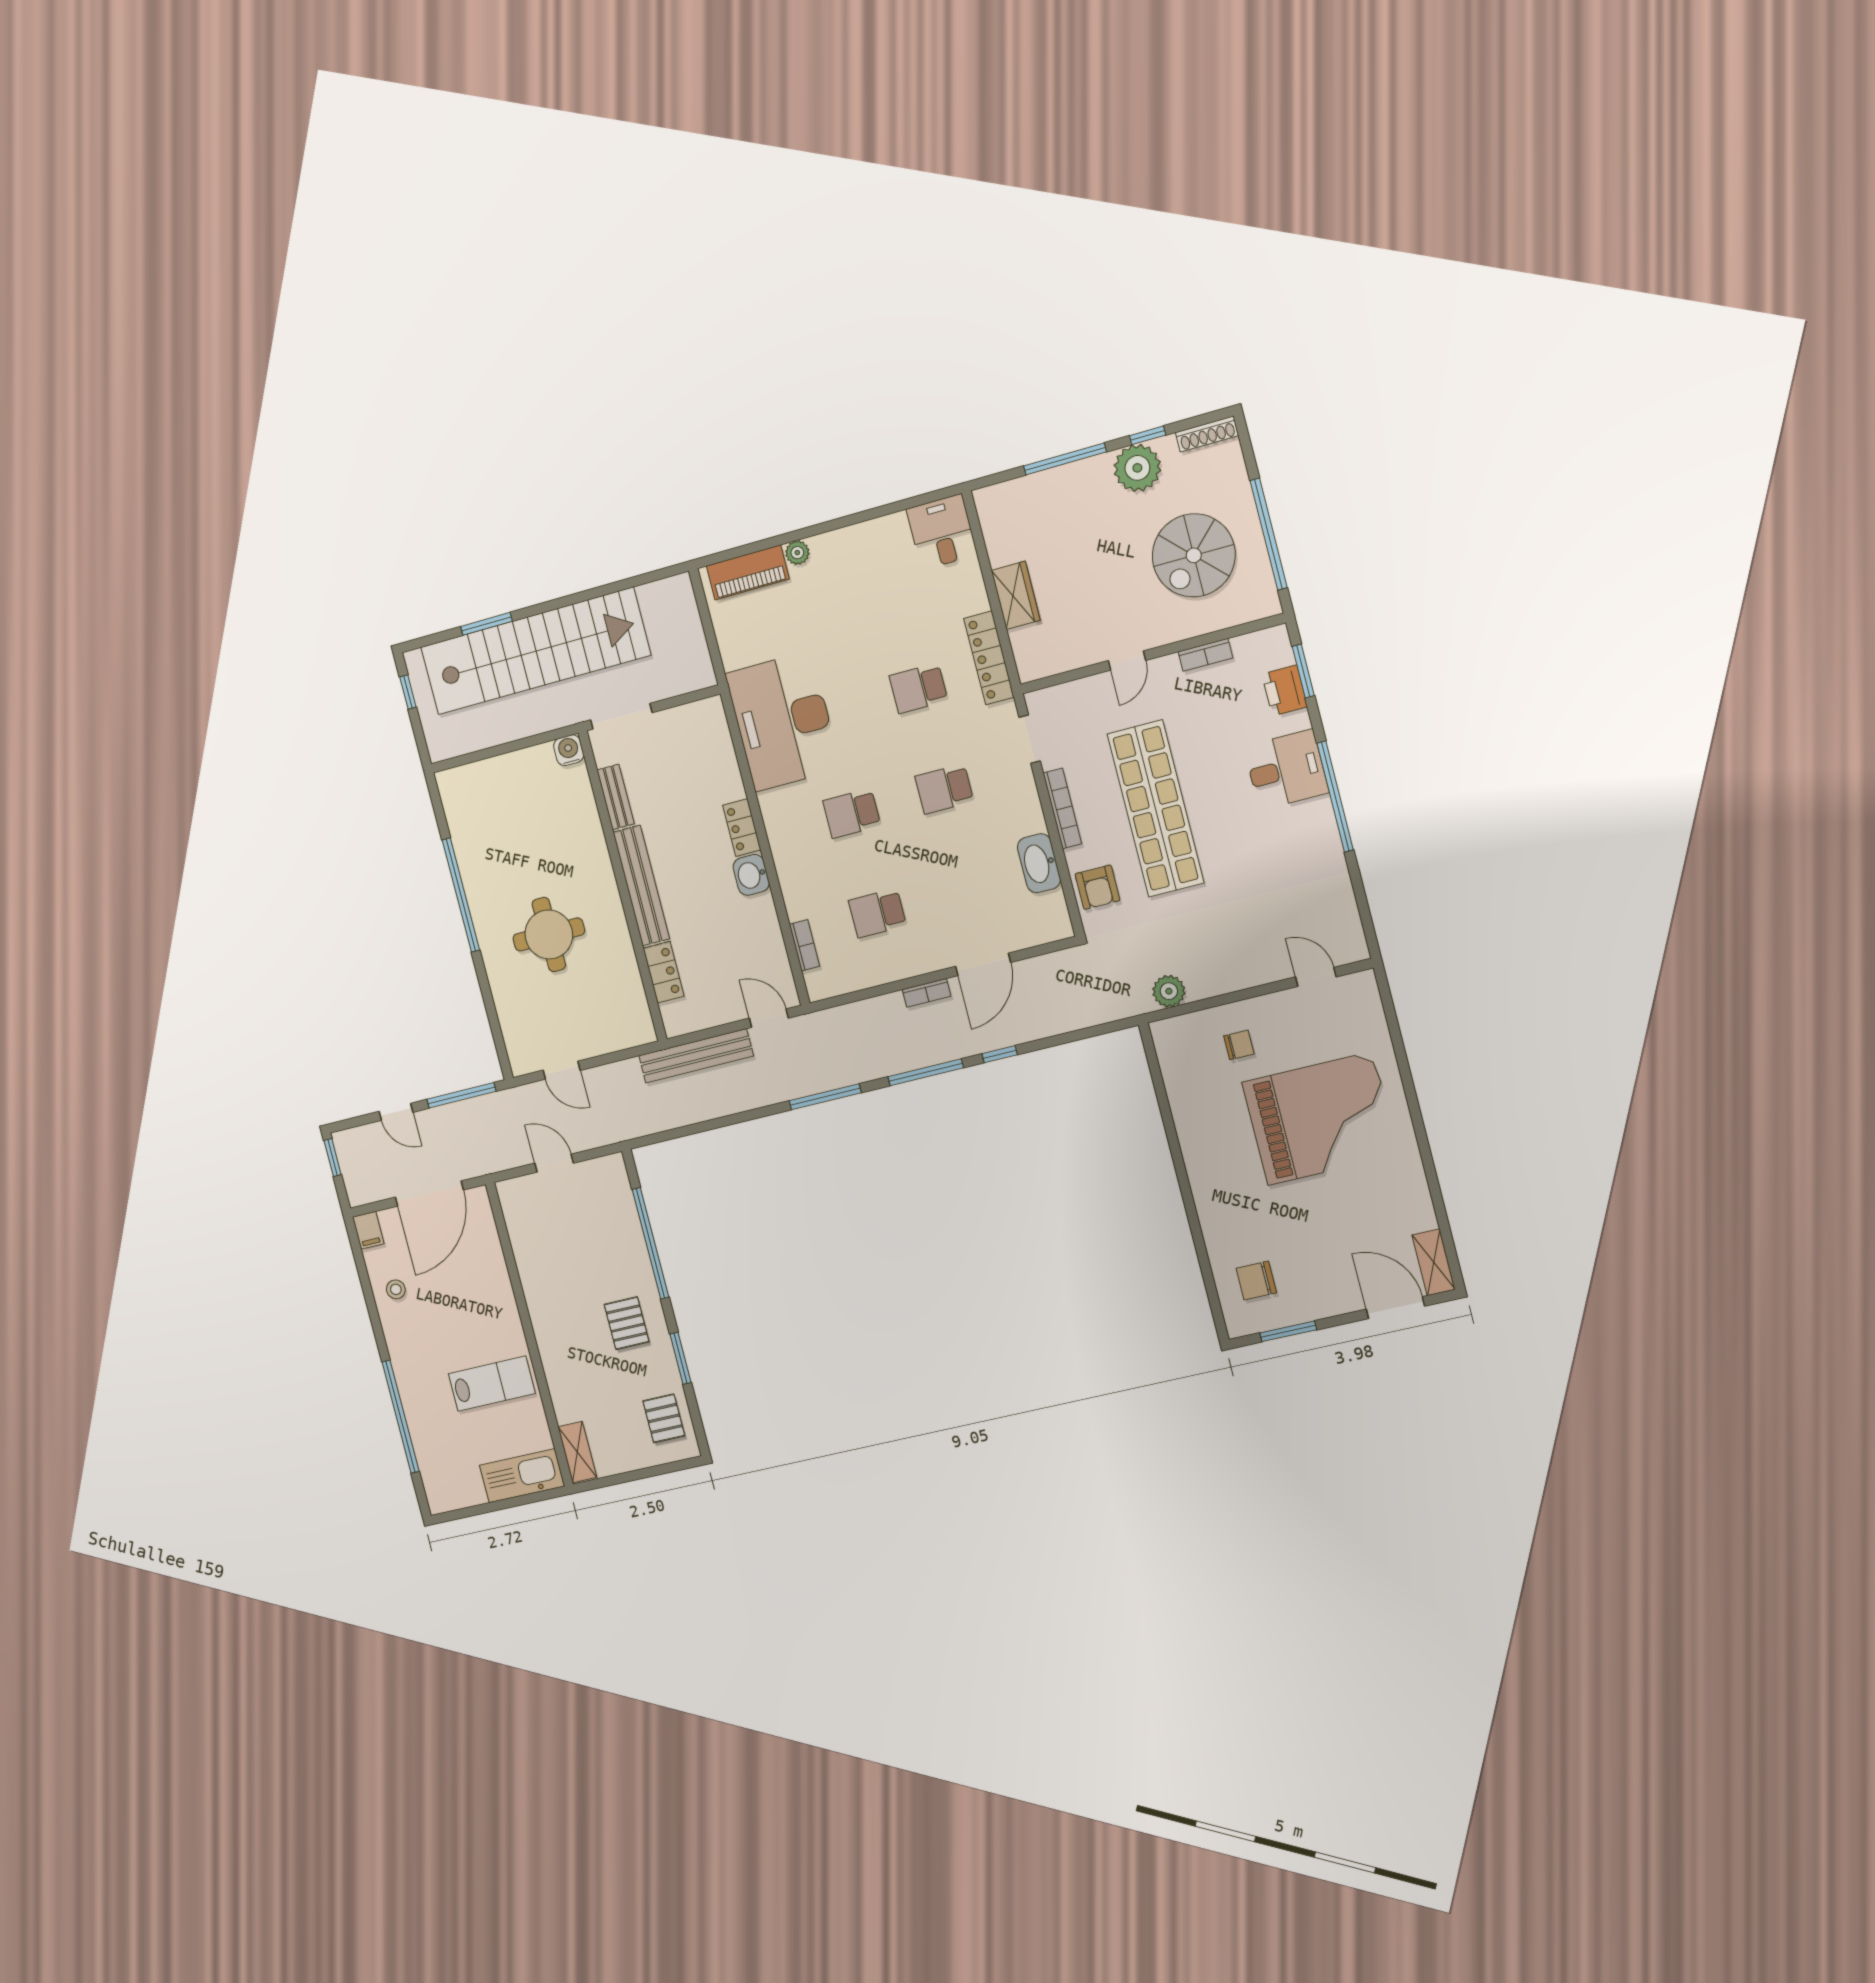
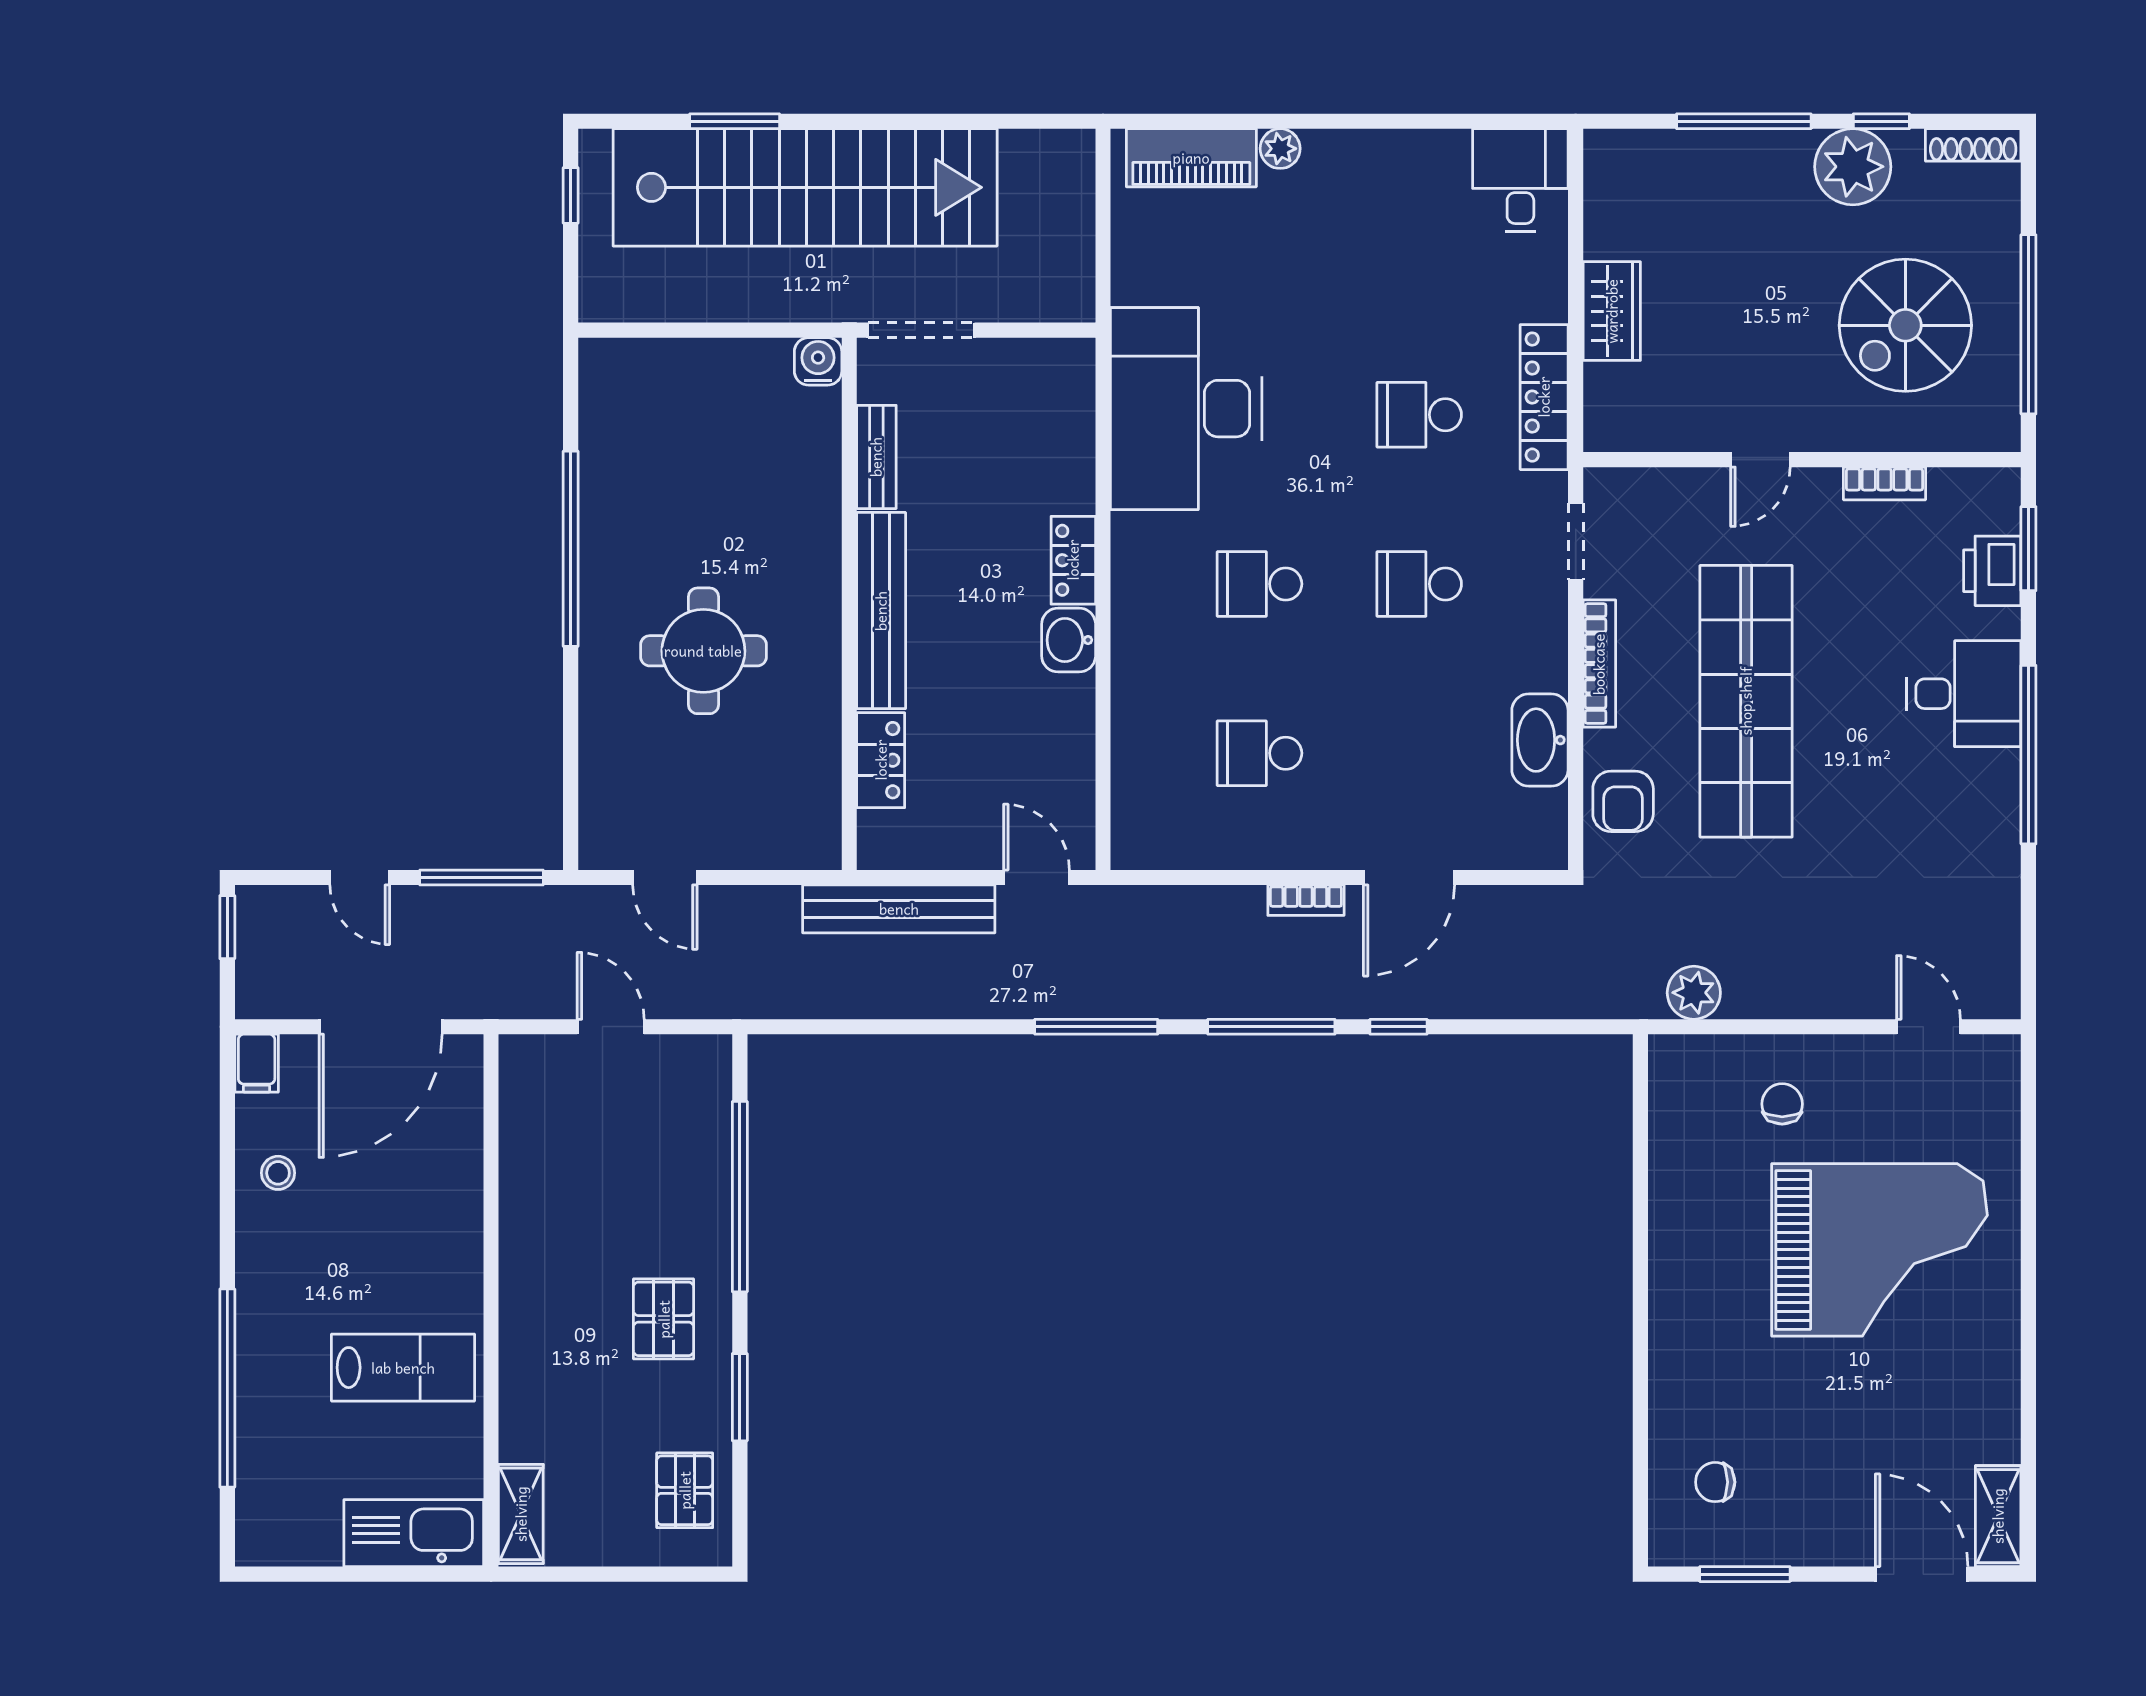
bookcase: (804, 945) -> (1127, 775), removed
chair: (1239, 1045) -> (1782, 1104), turned -90
chair: (1256, 1280) -> (1715, 1482), width x0.73, depth x0.73

